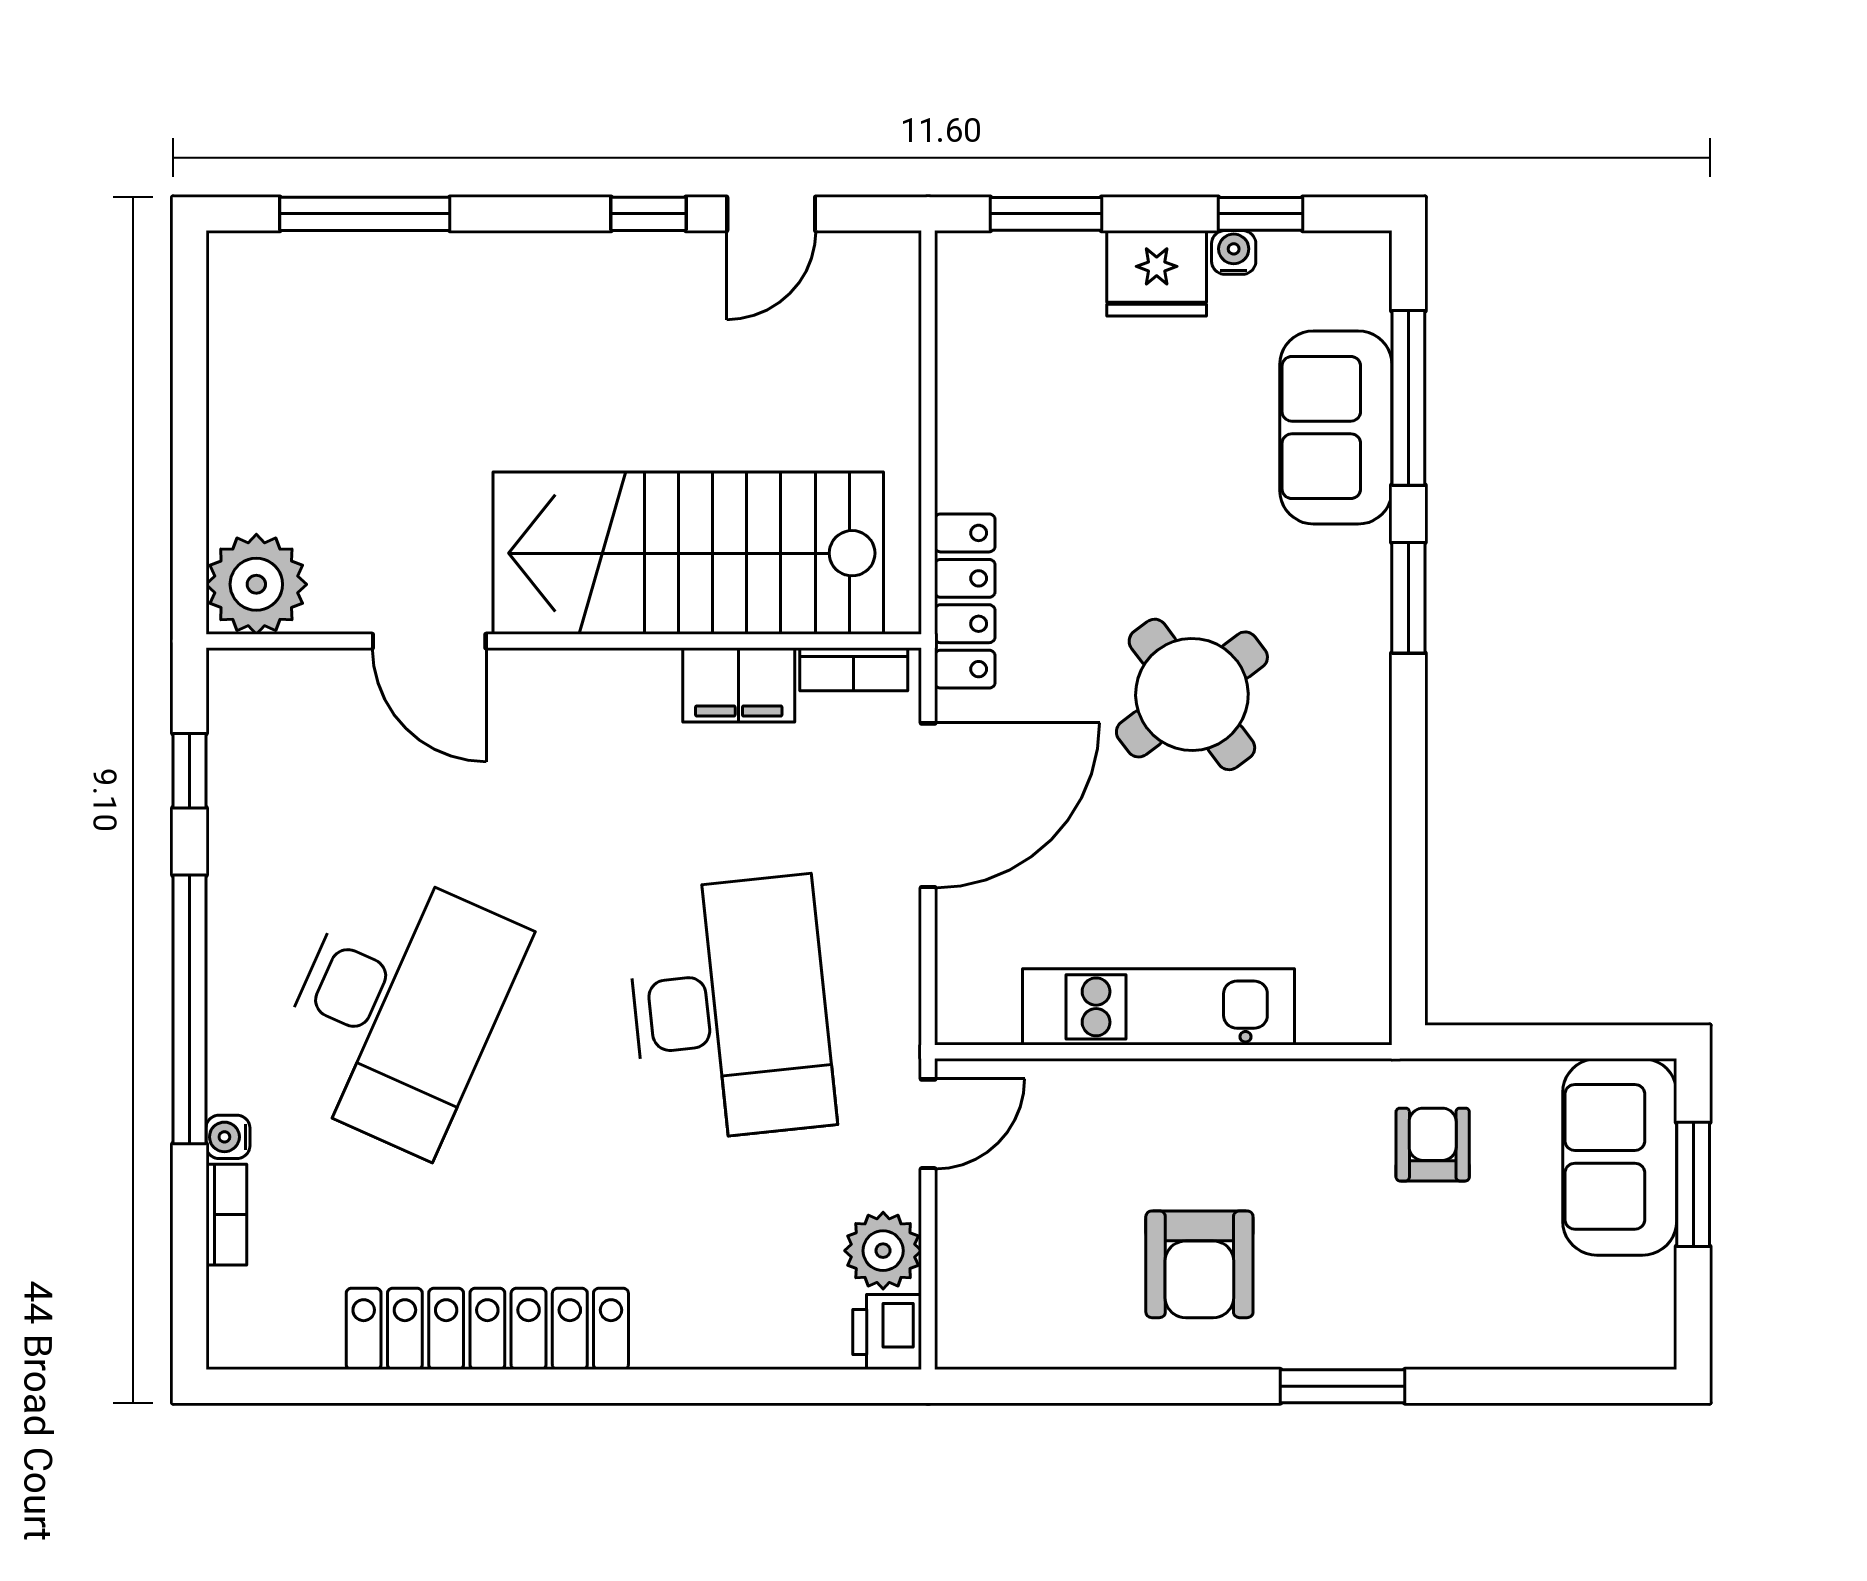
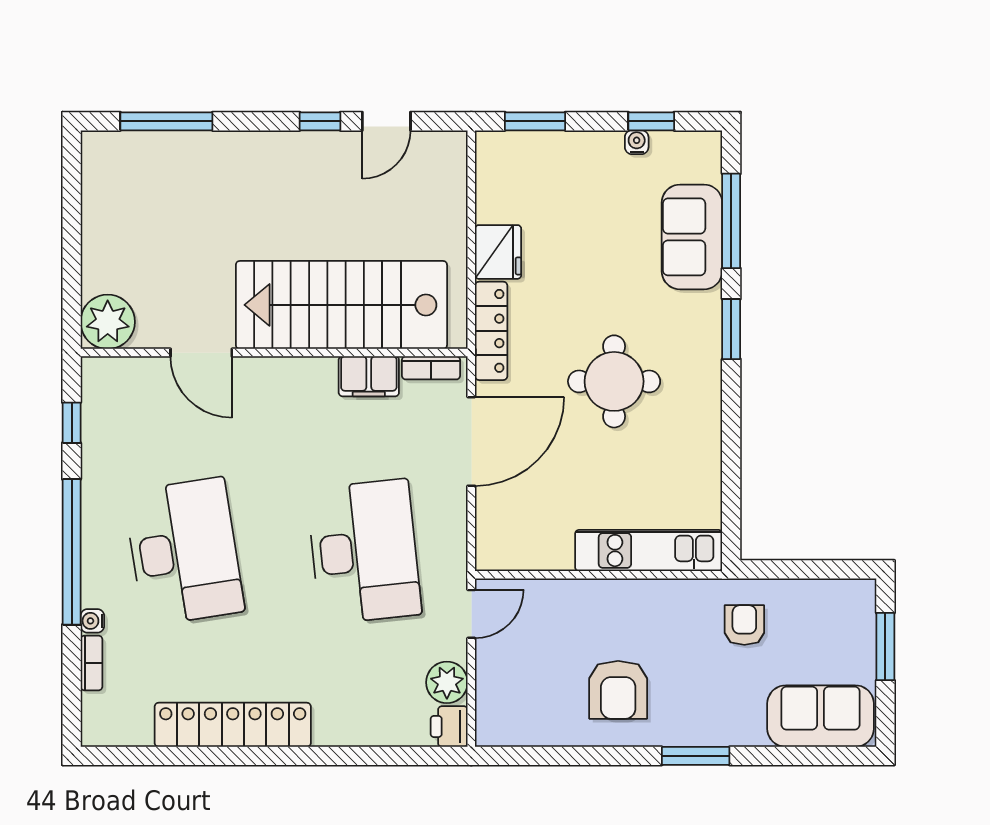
fridge: (1157, 273) -> (498, 252), moved, turned -90
round table: (1192, 694) -> (614, 381), turned 37
kitchen unit: (1159, 1007) -> (649, 551), moved
desk: (397, 1009) -> (184, 552), turned -33
sofa: (1620, 1157) -> (821, 716), moved, turned 90

